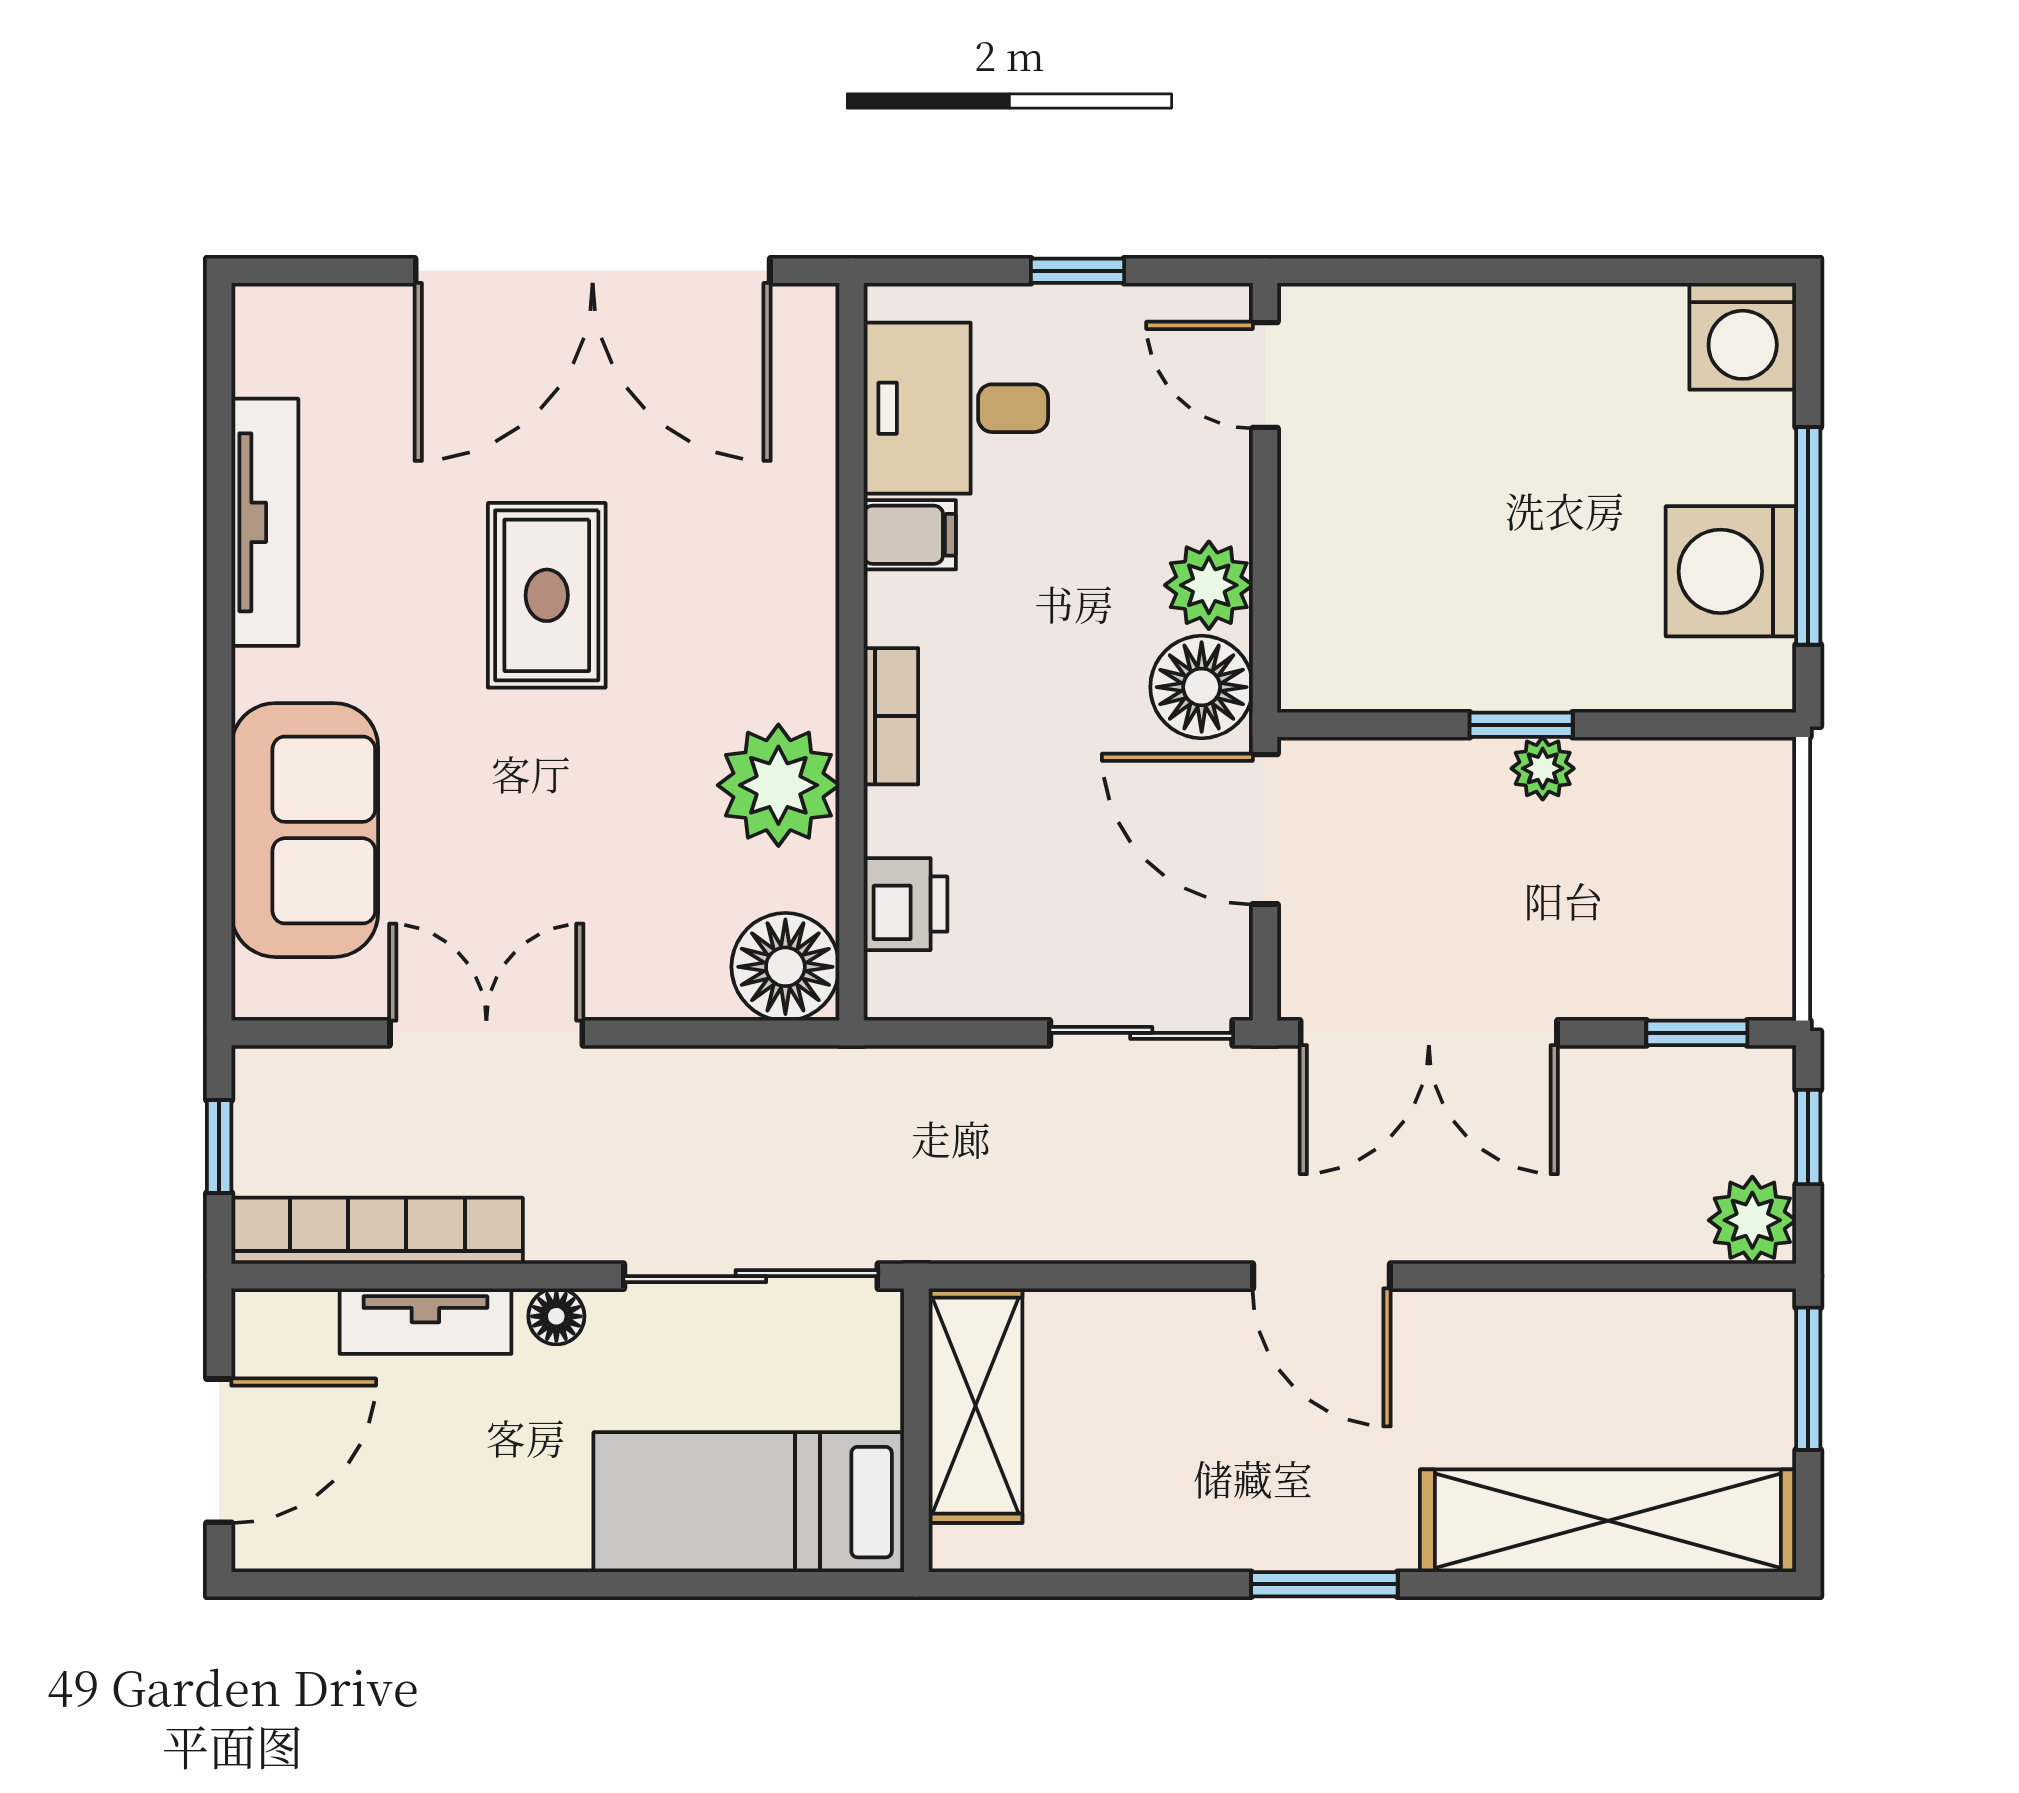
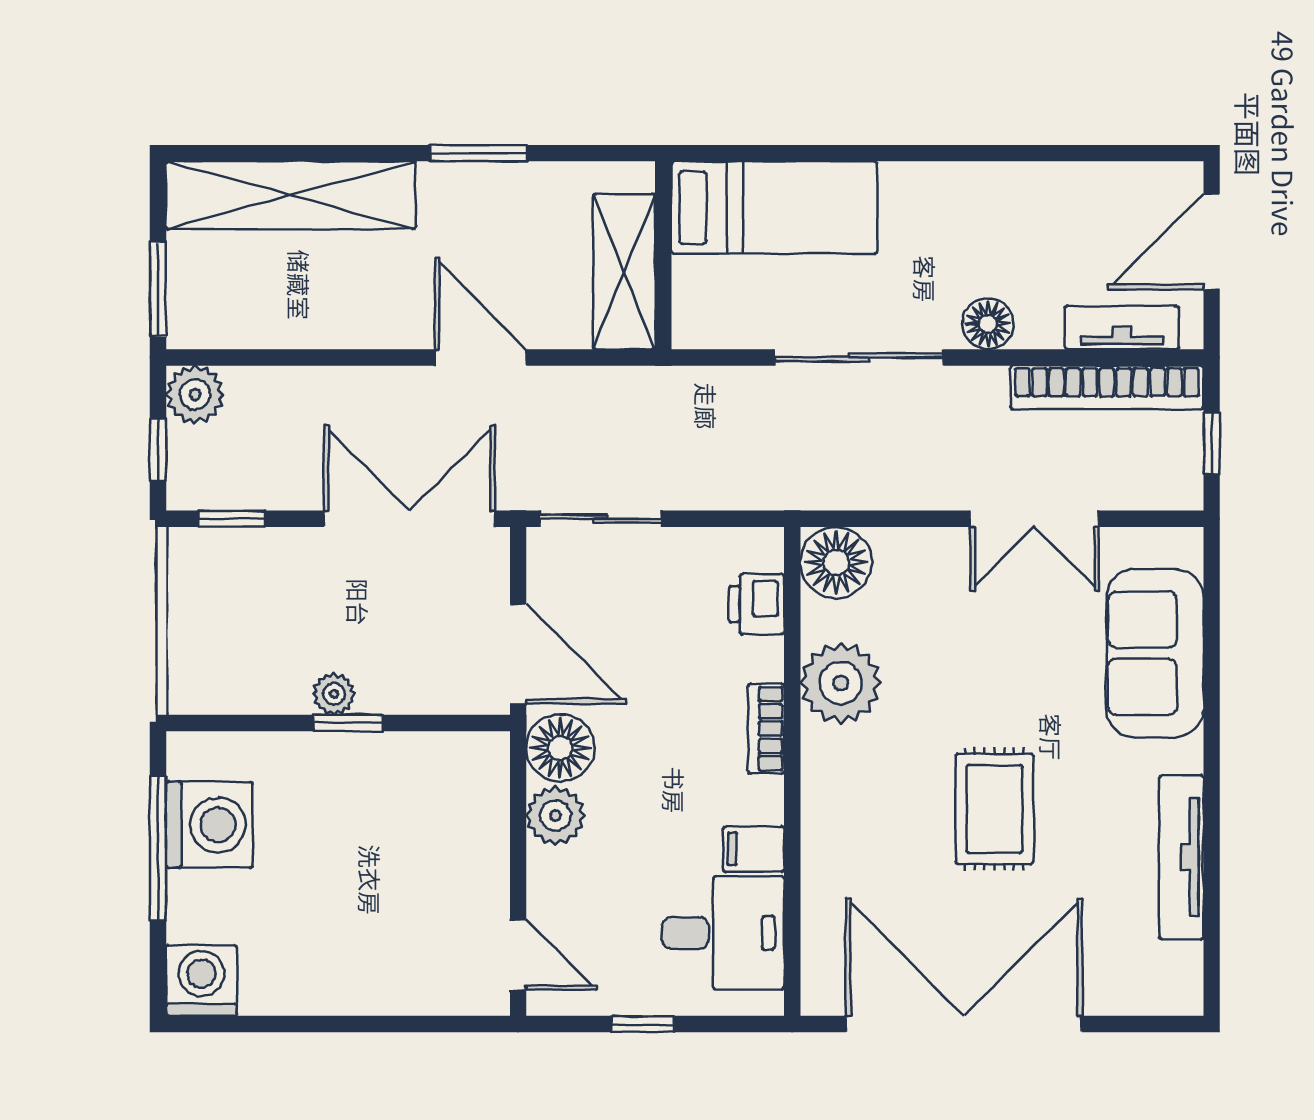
floor lamp: (556, 1316) -> (988, 324), width x1.37, depth x1.37
tv unit: (425, 1321) -> (1122, 328), moved
shelving: (975, 1406) -> (624, 272), moved
wall: (916, 1430) -> (663, 255), moved
bed: (749, 1502) -> (774, 208), moved

